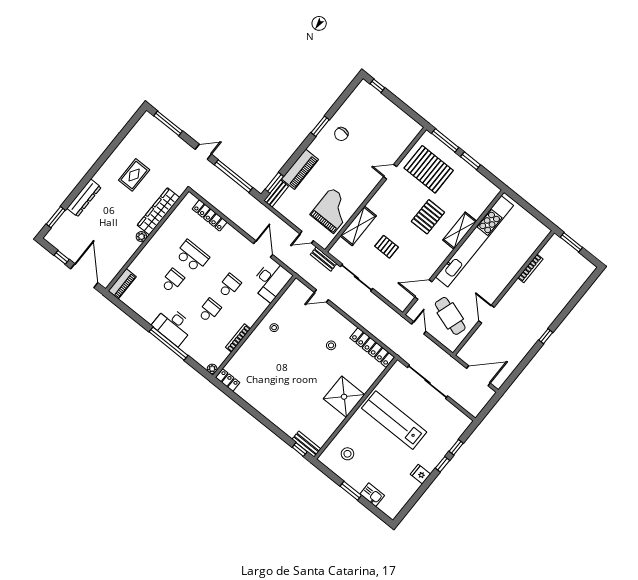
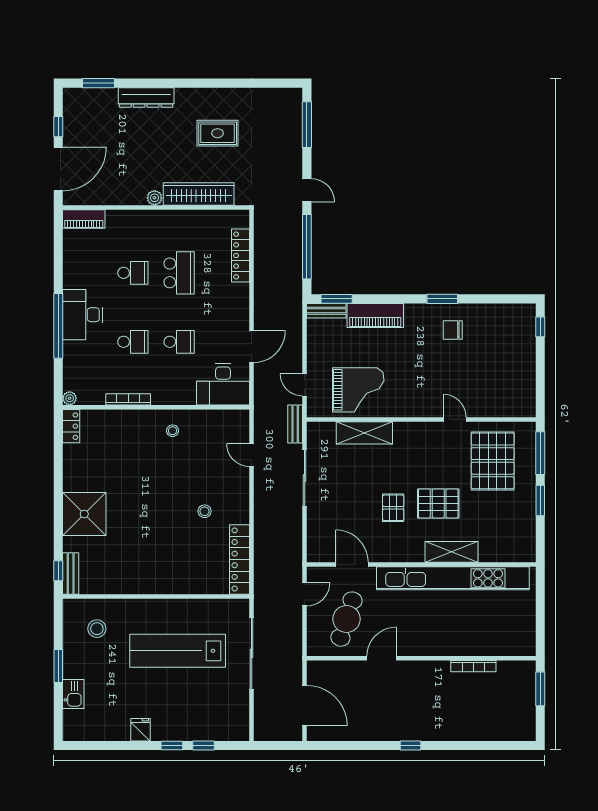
pallet: (387, 247) -> (393, 508), moved
shower: (344, 397) -> (84, 514), moved
lab bench: (394, 420) -> (178, 651), turned -90

